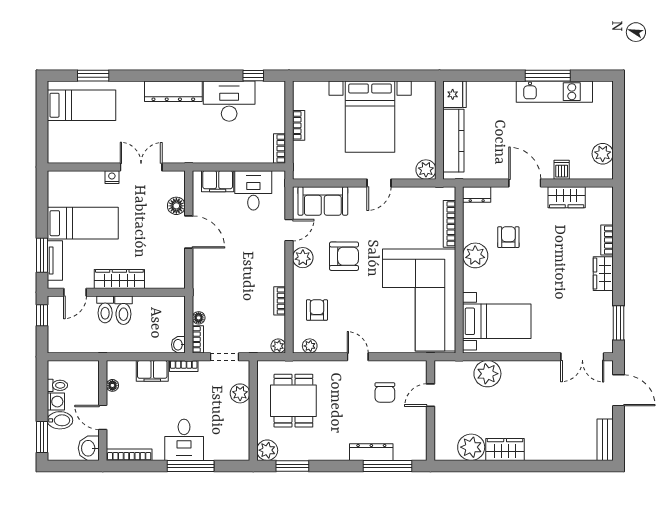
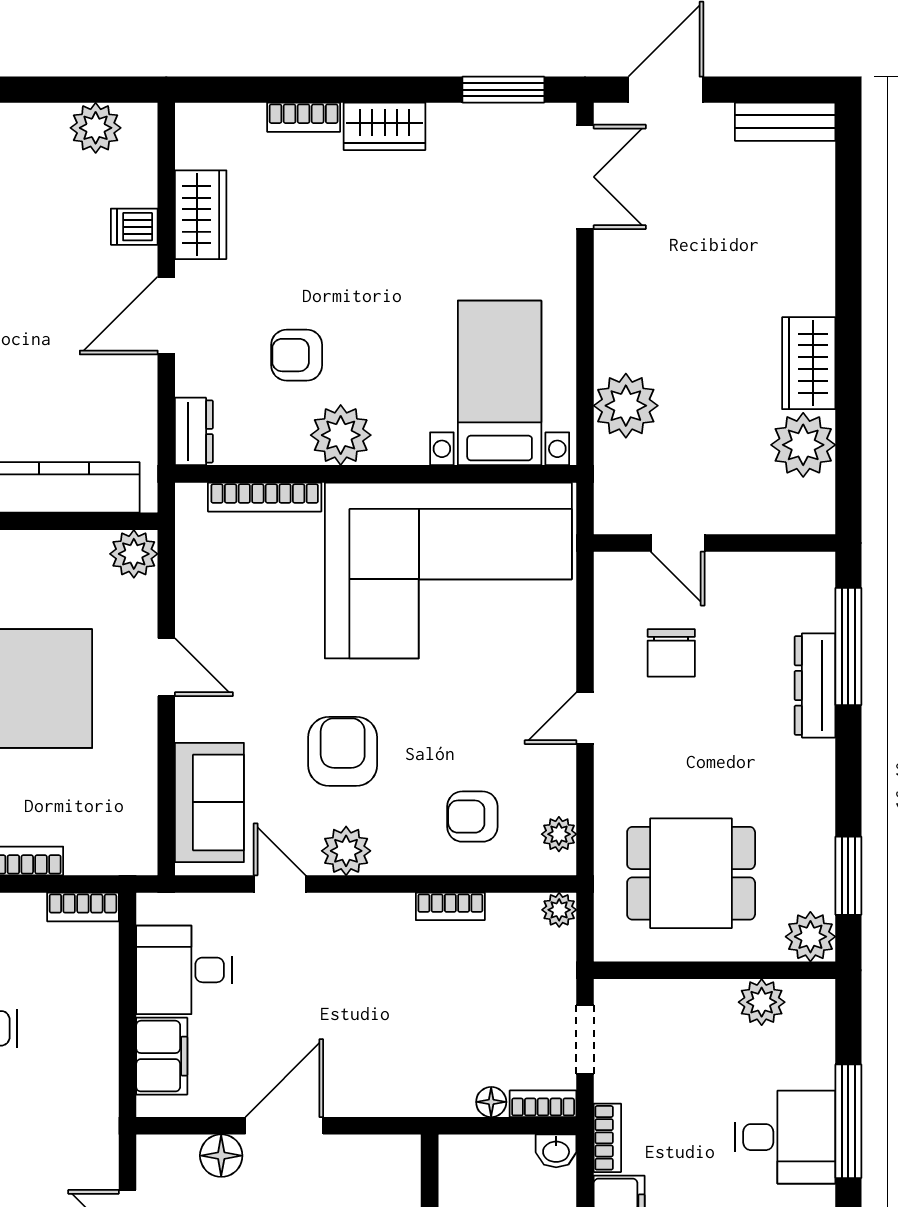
chair: (385, 392) -> (671, 653), turned 90
plant: (240, 393) -> (762, 1002), moved

